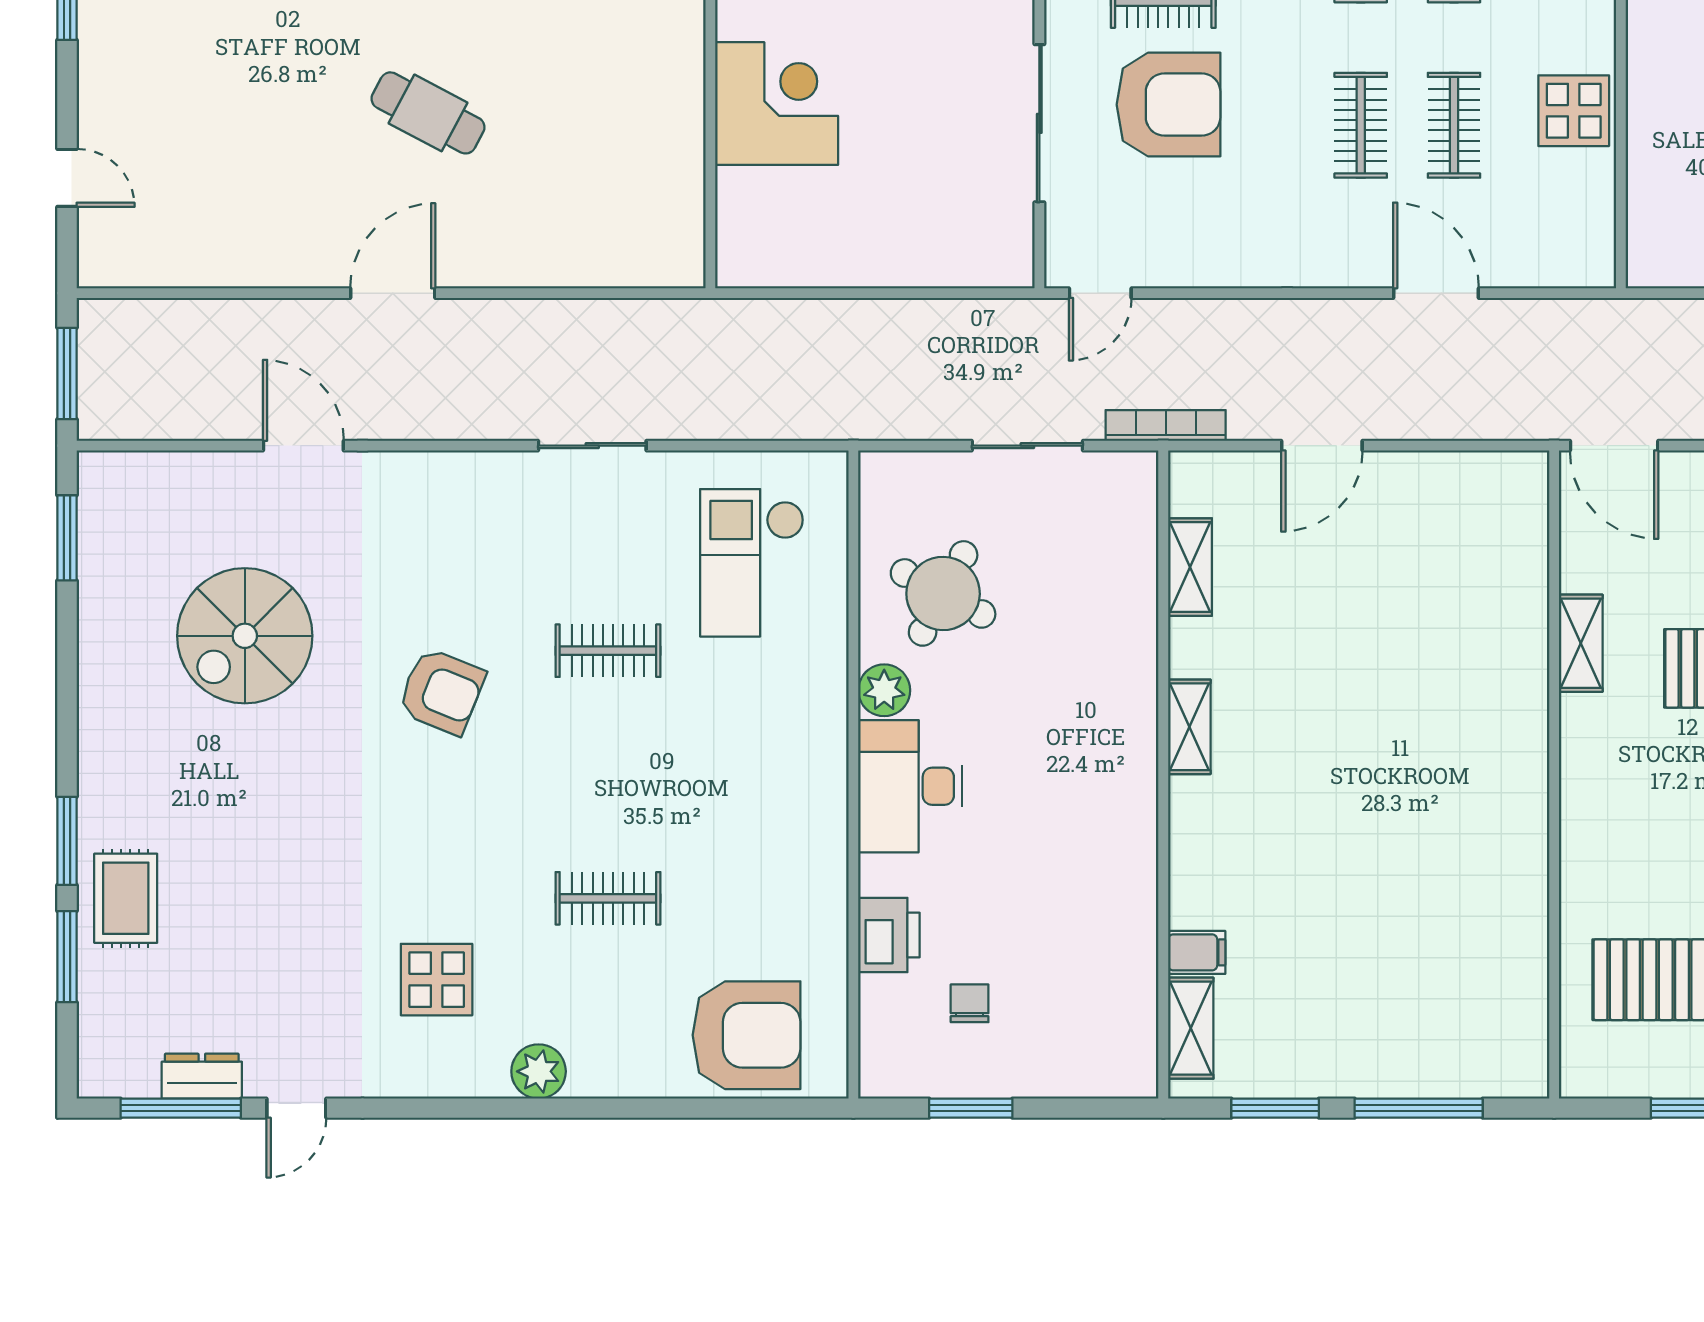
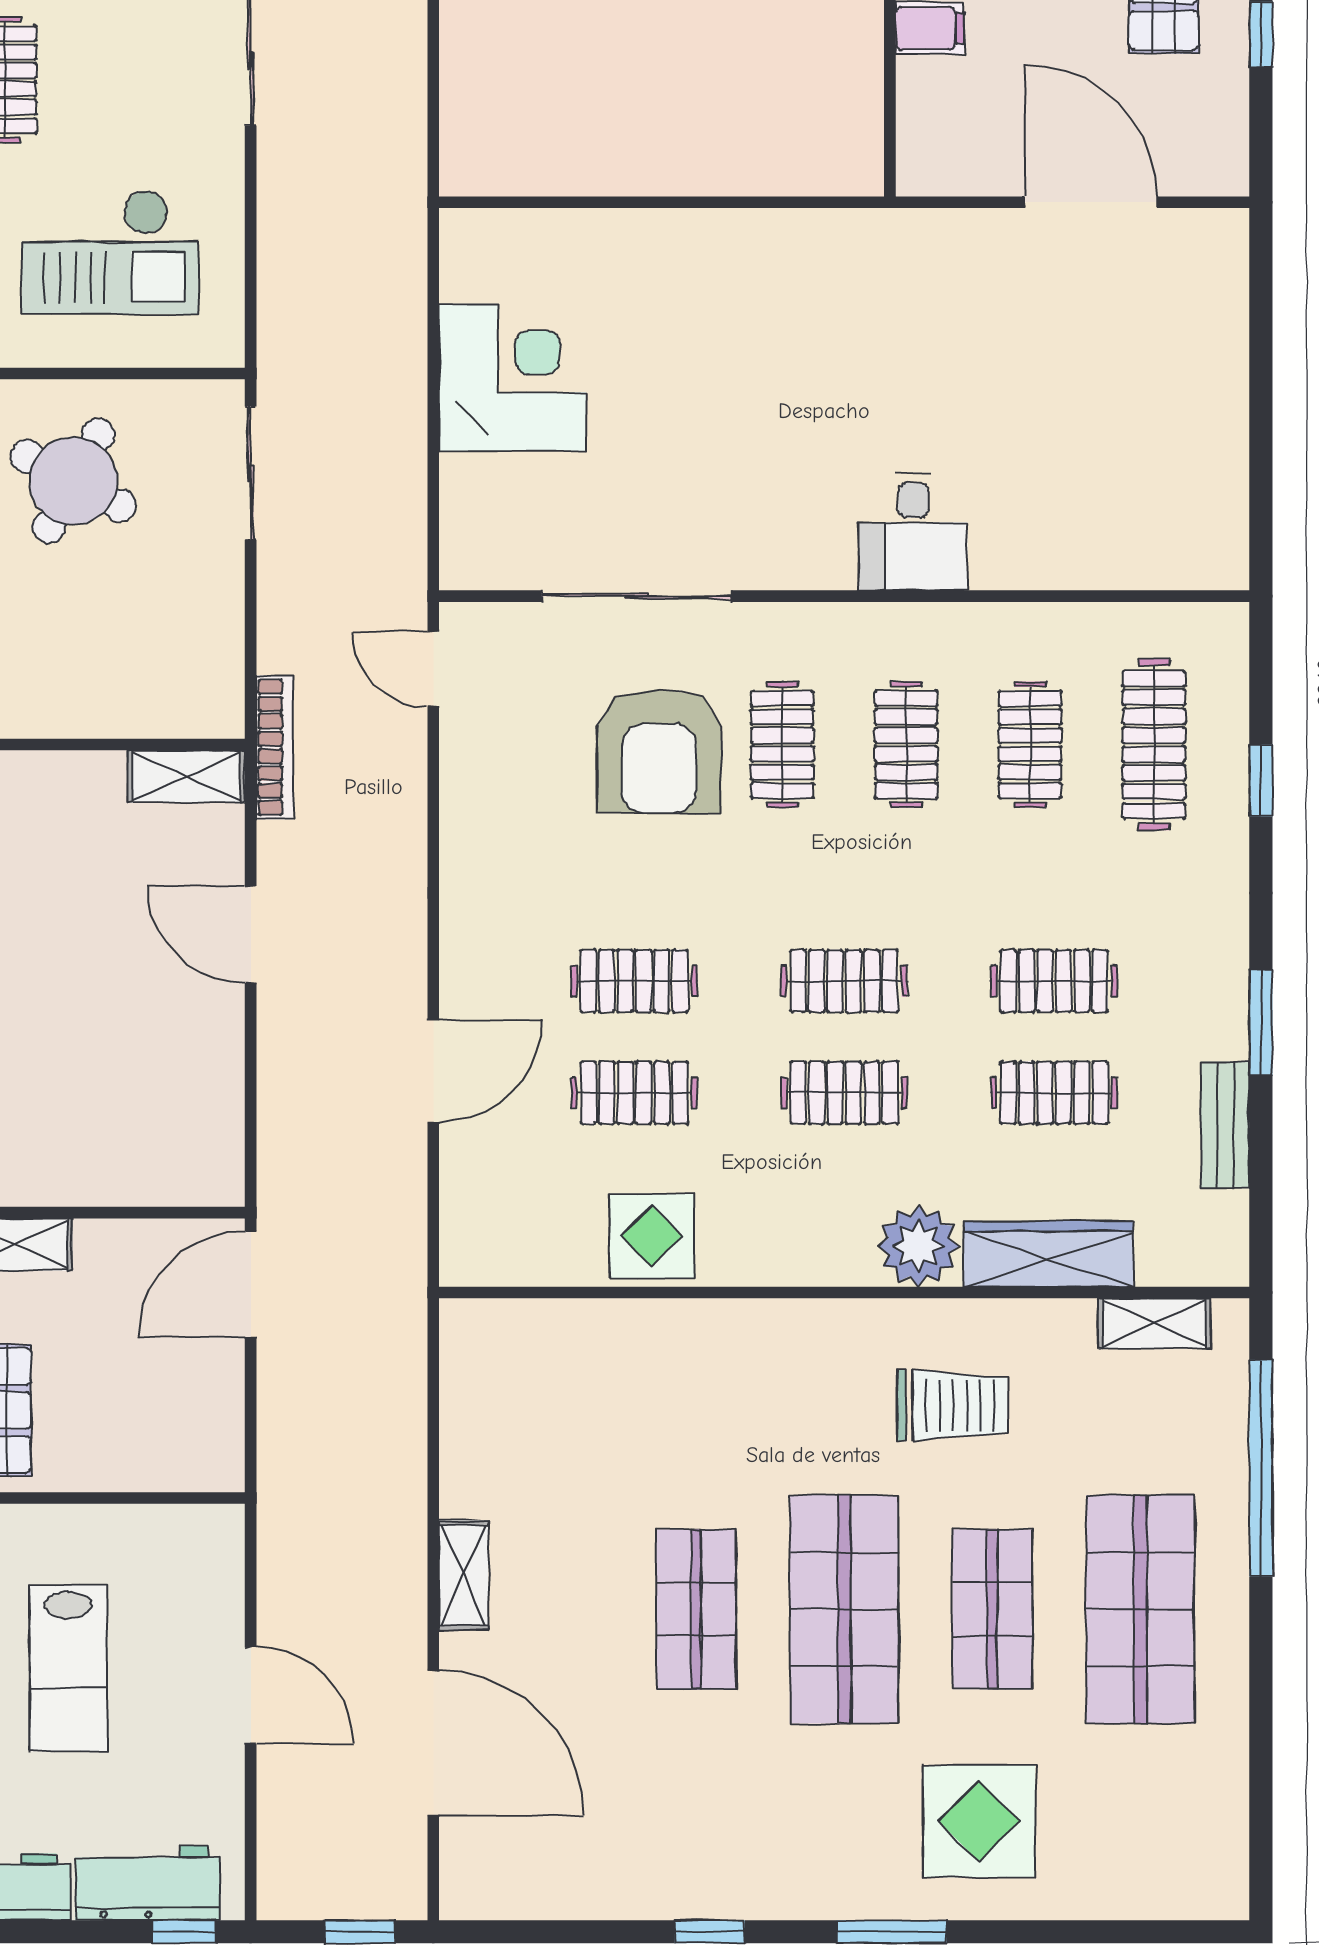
corner desk: (777, 104) -> (512, 377), moved, turned -90
sliding door: (1027, 446) -> (251, 473), moved
checkout: (752, 563) -> (110, 252), turned 180
shelving: (1190, 567) -> (186, 777), moved

